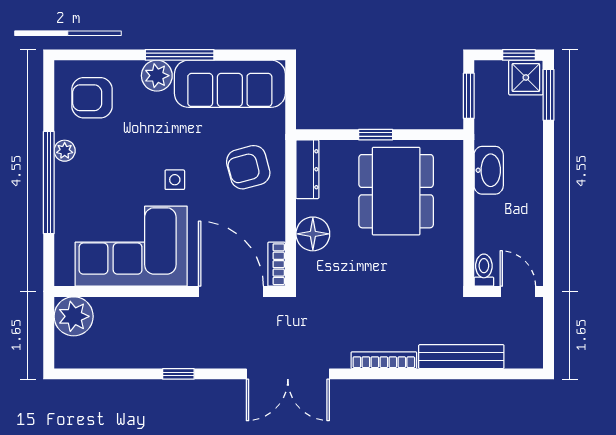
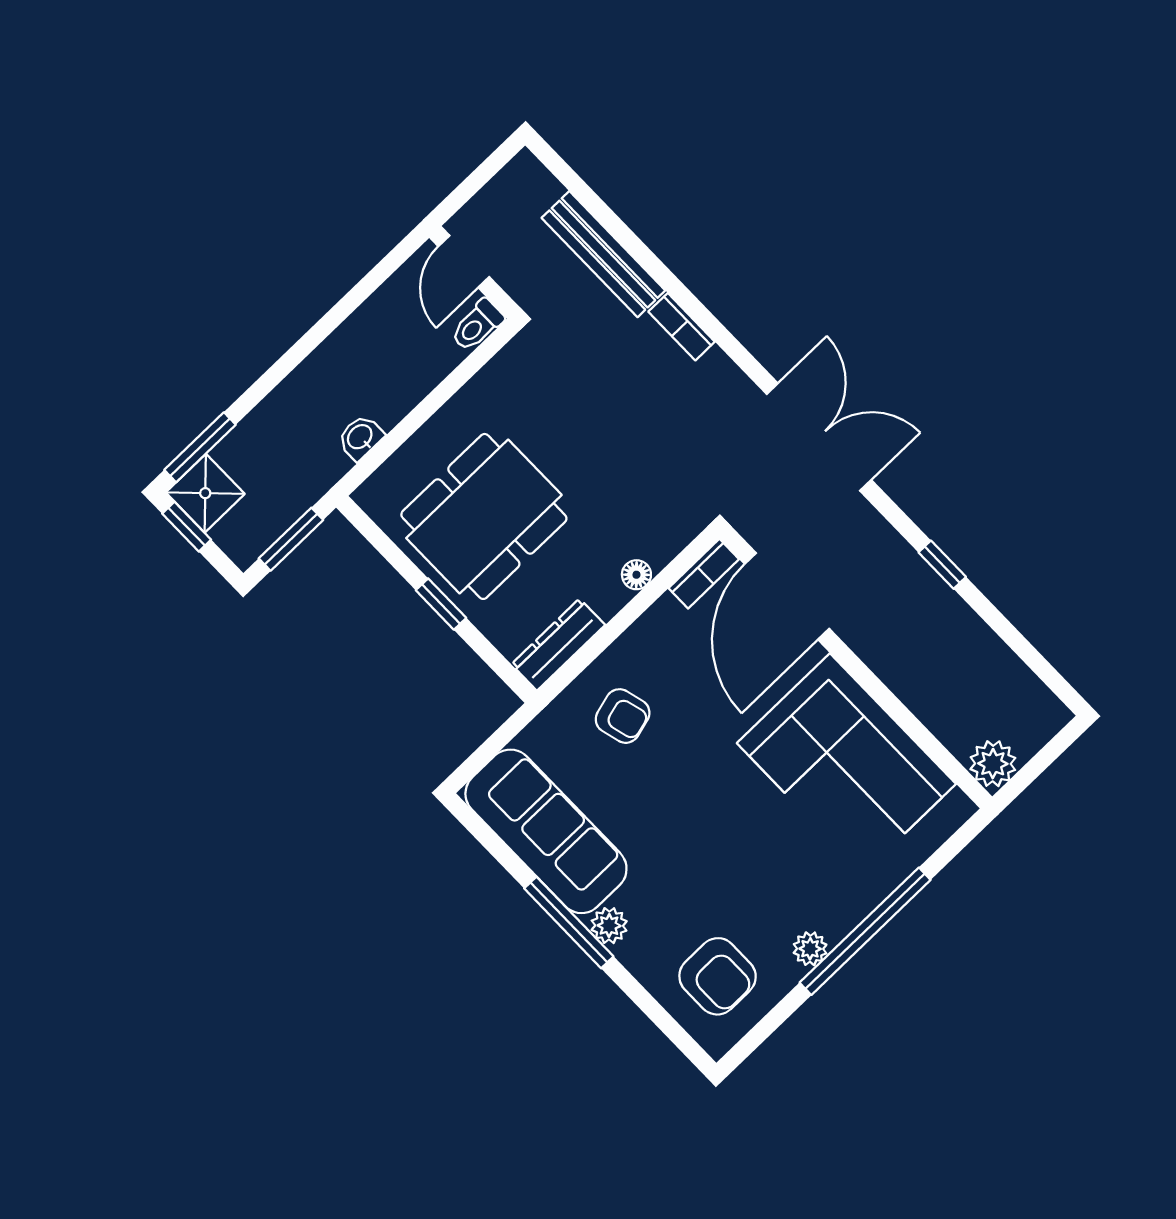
plant: (157, 76) -> (609, 926), width x0.73, depth x0.73
armchair: (248, 167) -> (623, 716), width x0.72, depth x0.72
washbasin: (489, 170) -> (360, 437), width x0.52, depth x0.69
side table: (175, 180) -> (720, 788), removed
floor lamp: (313, 234) -> (636, 575), width x0.53, depth x0.53
plant: (74, 316) -> (993, 764), width x0.73, depth x0.73
bookcase: (384, 360) -> (682, 327), width x0.64

